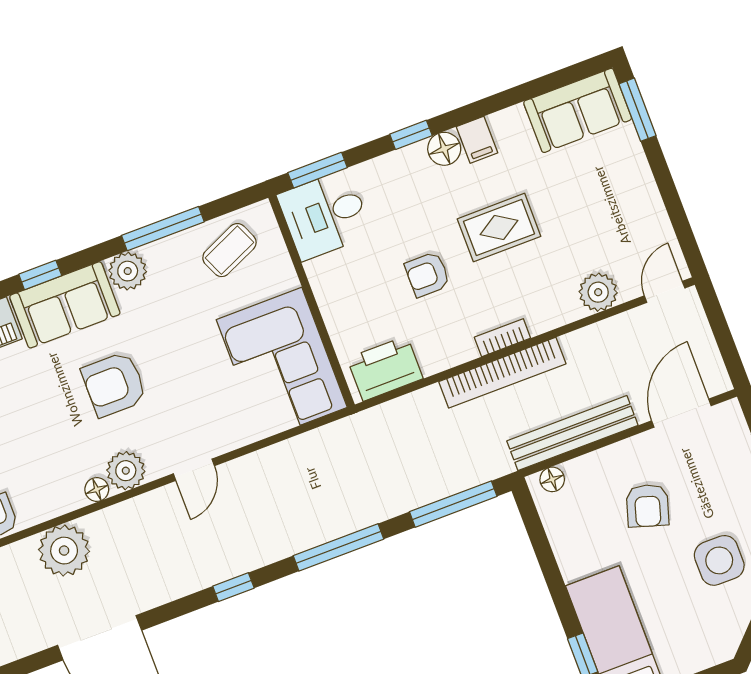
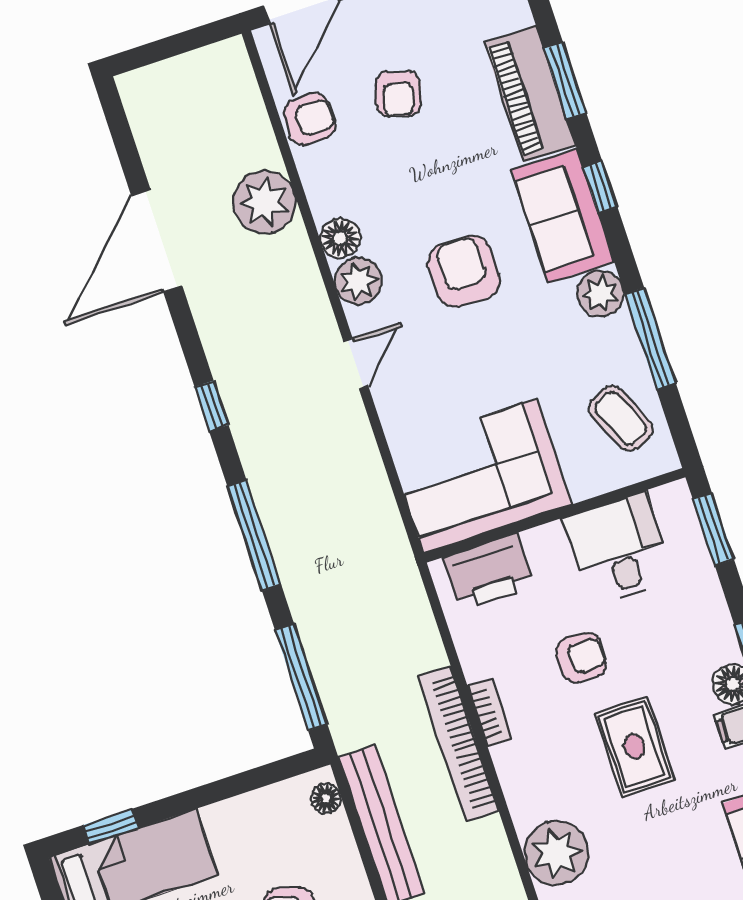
desk: (325, 215) -> (619, 549), moved
armchair: (427, 274) -> (581, 657), turned 90
plant: (598, 292) -> (556, 853), width x1.36, depth x1.36
bookcase: (502, 338) -> (490, 712), moved
printer: (385, 368) -> (488, 572), moved, turned 90
door: (194, 470) -> (356, 364), swing flipped
floor lamp: (97, 489) -> (340, 238), width x1.37, depth x1.37

